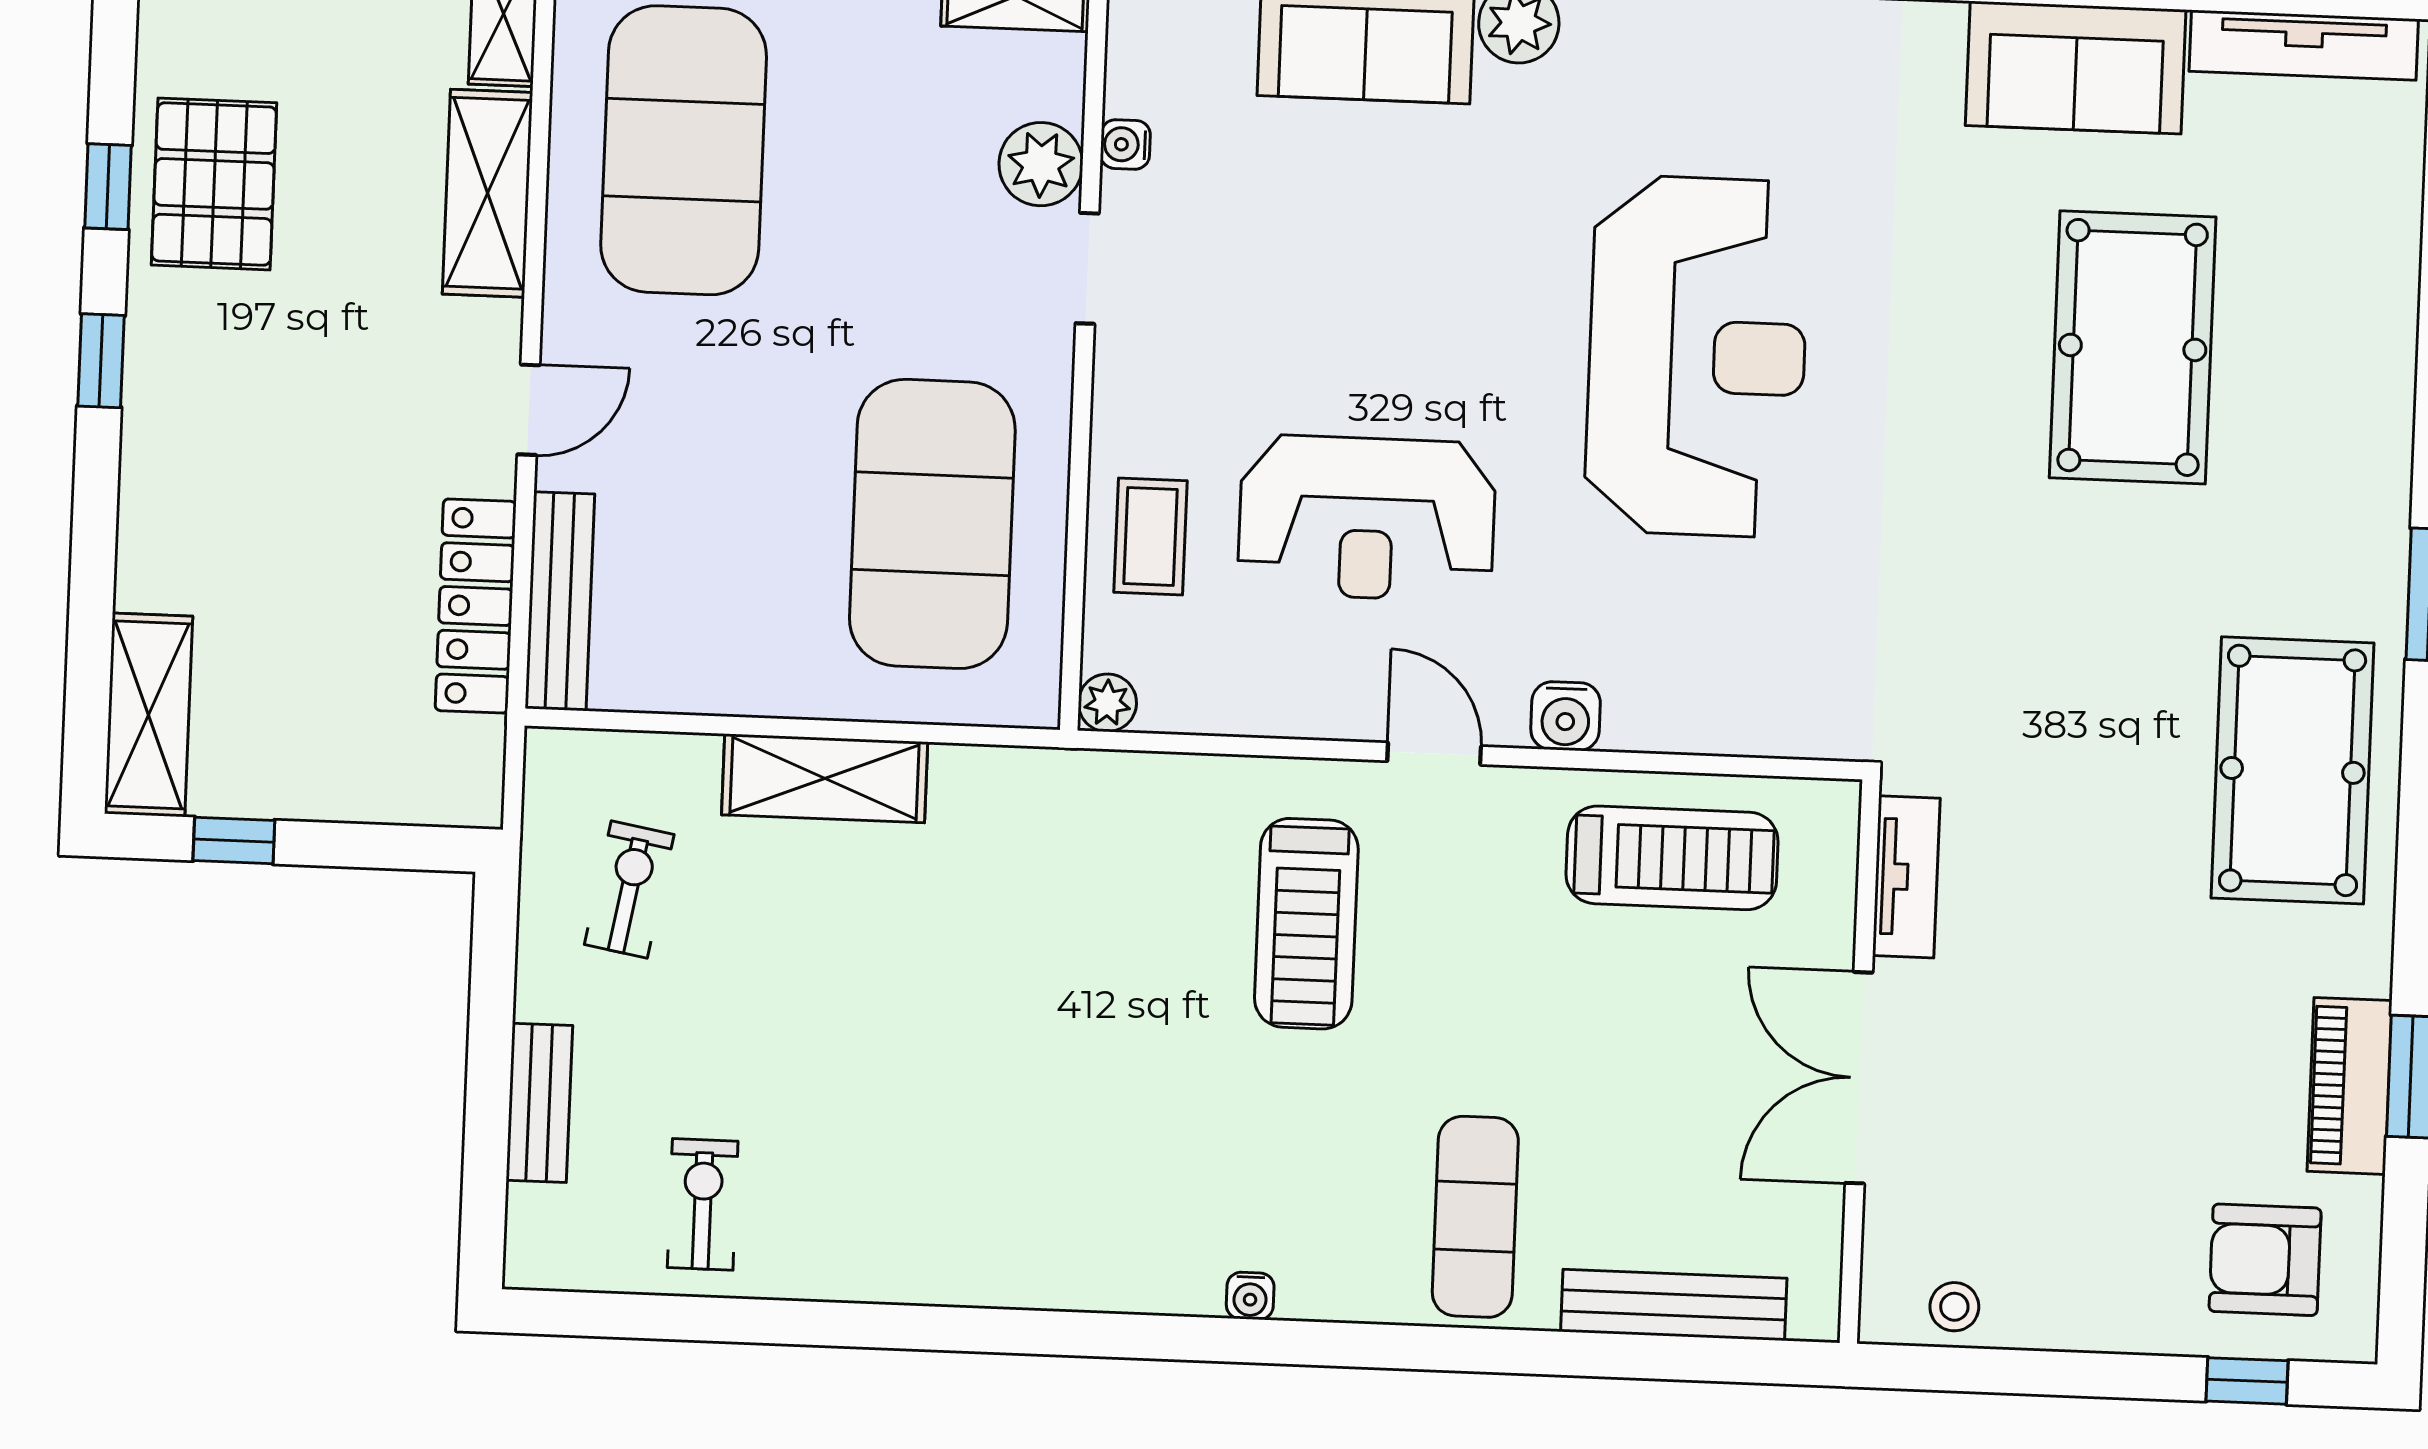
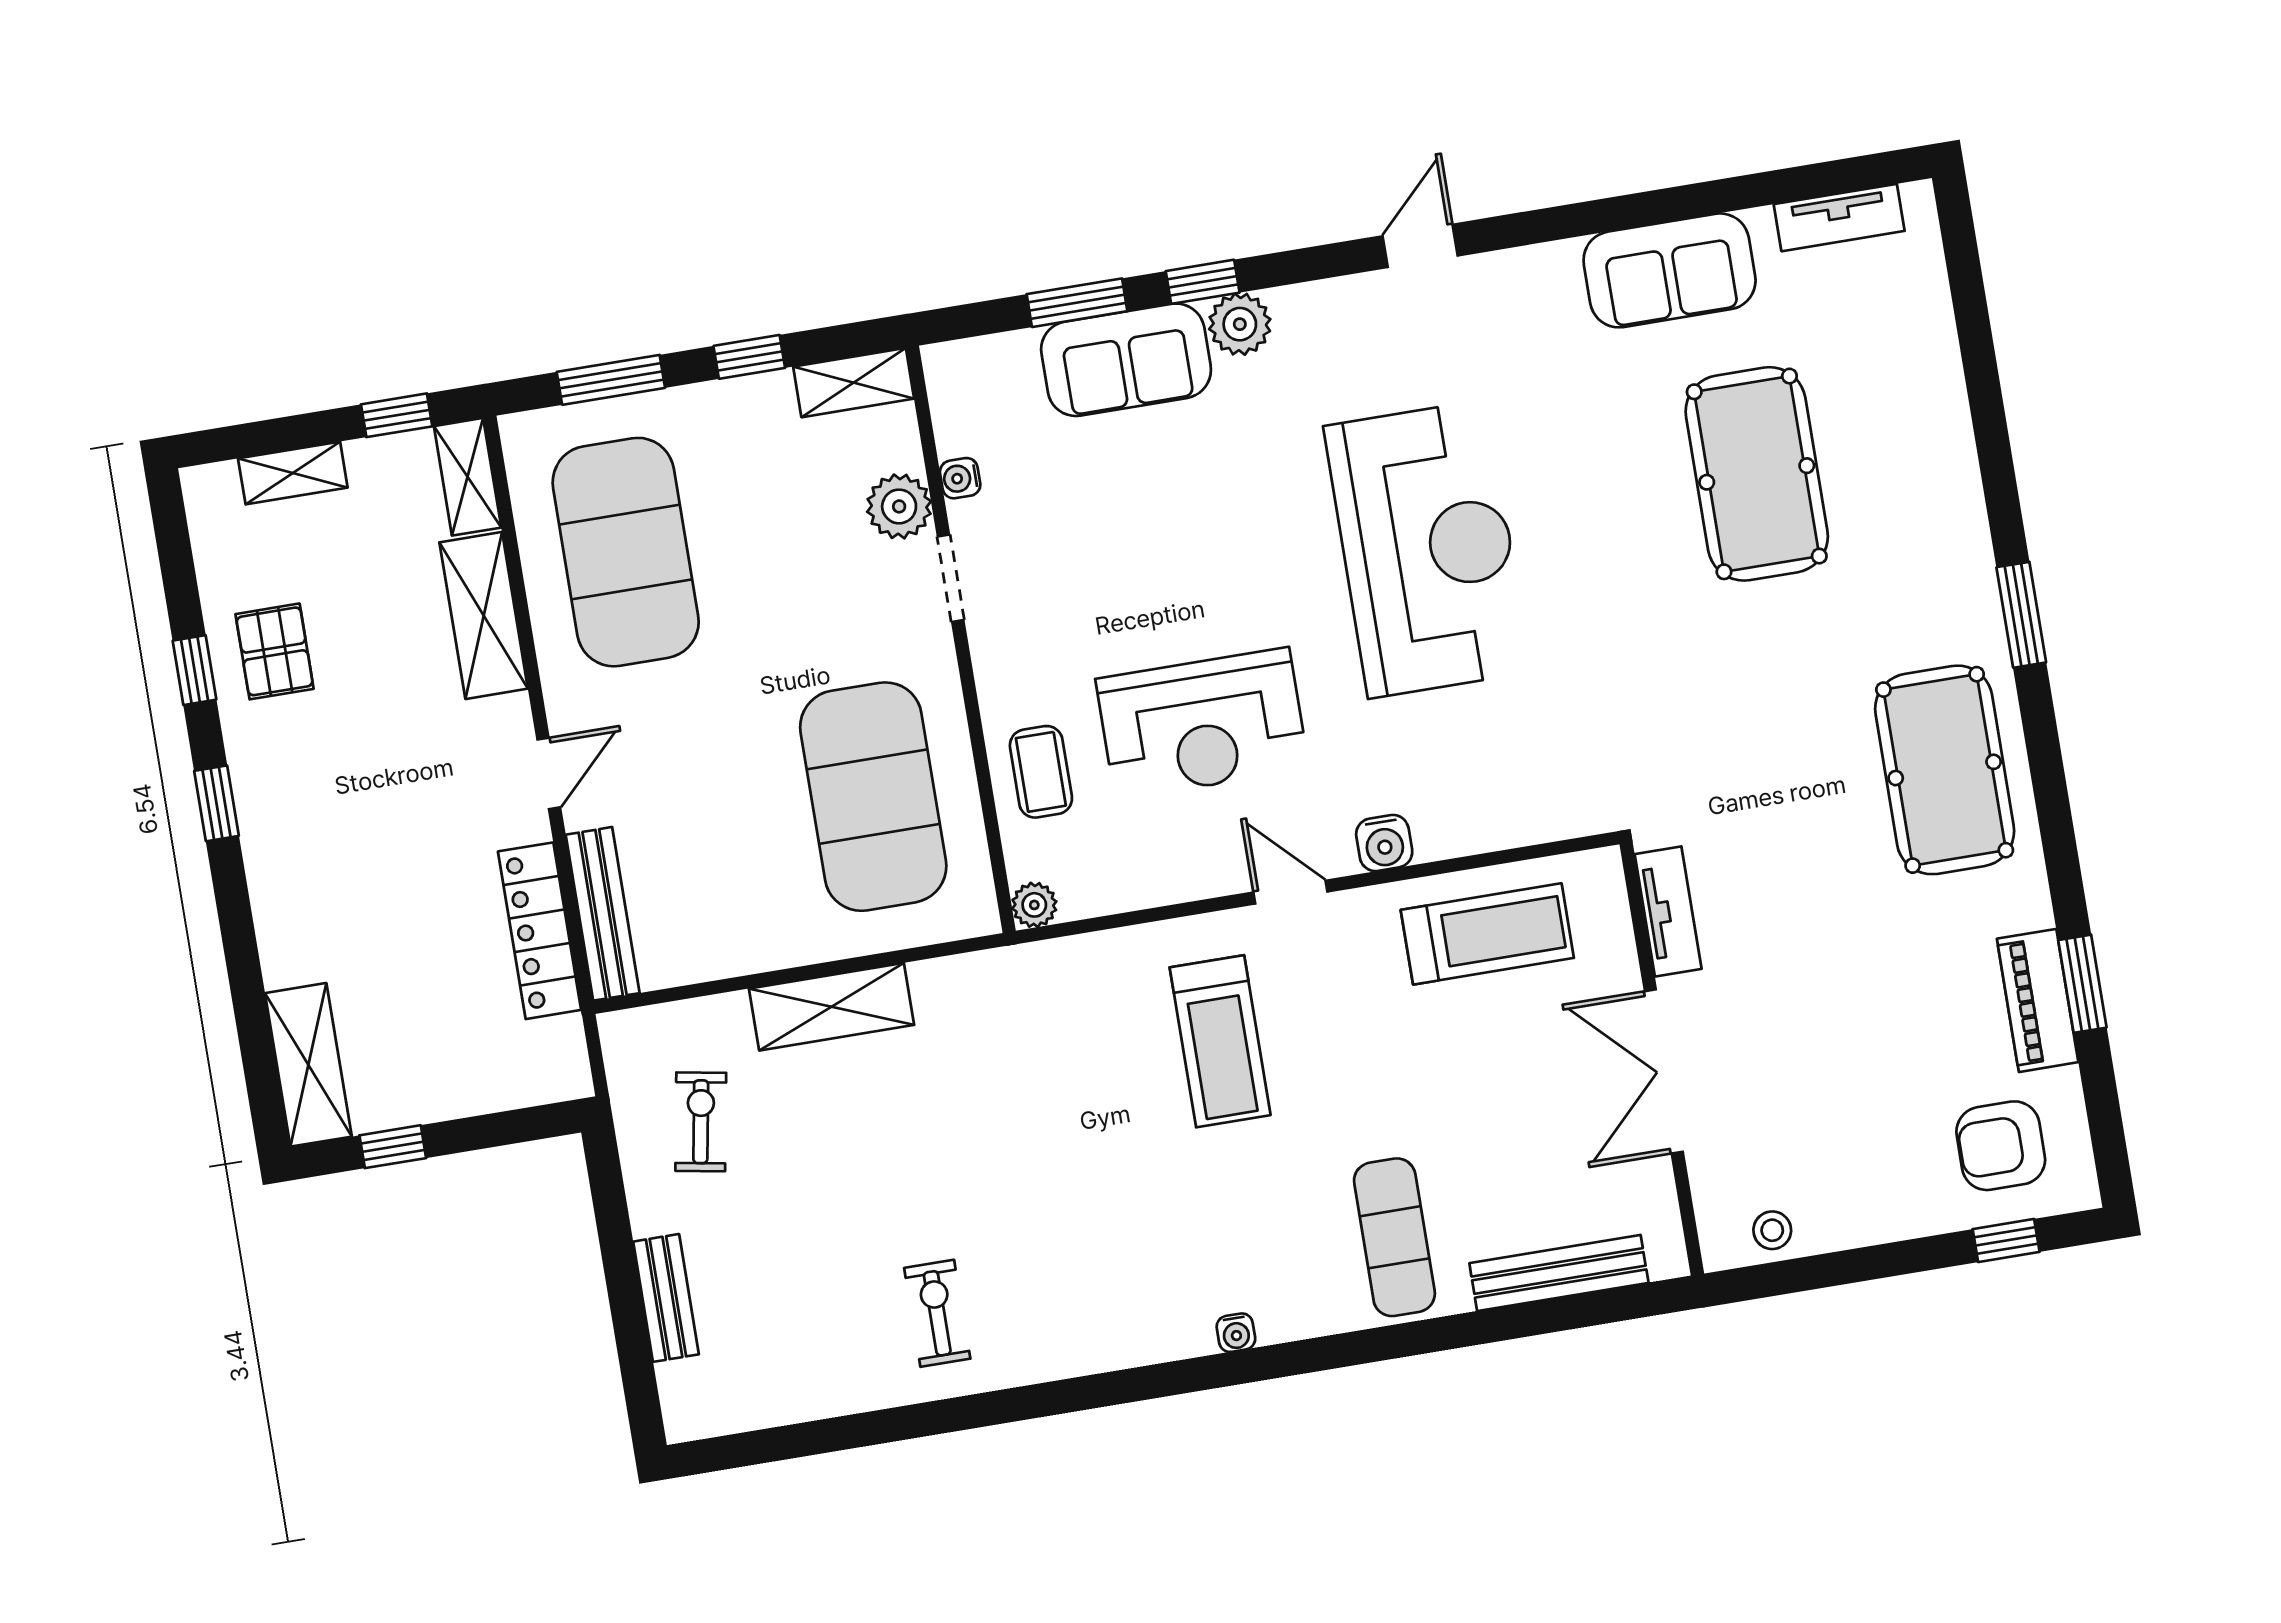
tv unit: (2304, 45) -> (1839, 218), width x0.71
pallet: (214, 184) -> (275, 651), width x0.67, depth x0.71
exercise bike: (703, 1204) -> (937, 1313), moved

